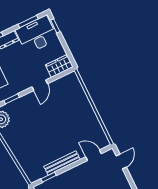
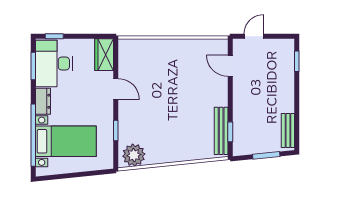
door: (94, 155) -> (230, 66), hinge flipped
door: (121, 162) -> (254, 36), hinge flipped
bench: (62, 163) -> (221, 131), moved

